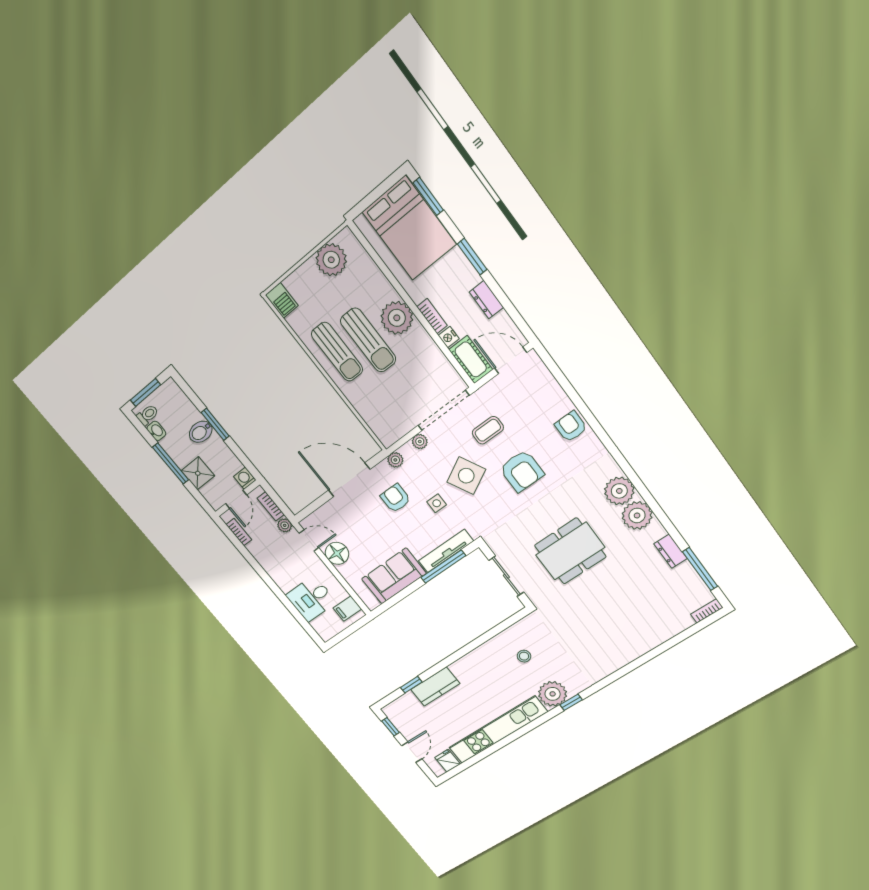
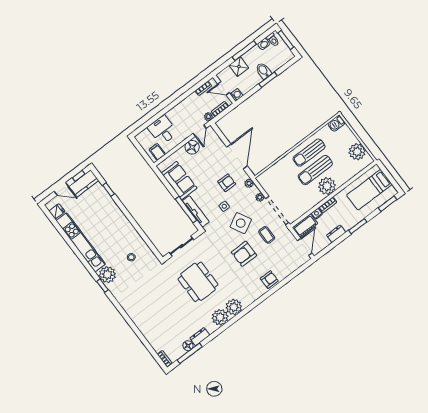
bed: (409, 228) -> (369, 190), width x0.67
floor lamp: (686, 572) -> (188, 346), added
kitchen counter: (435, 687) -> (84, 183), moved, turned -90

